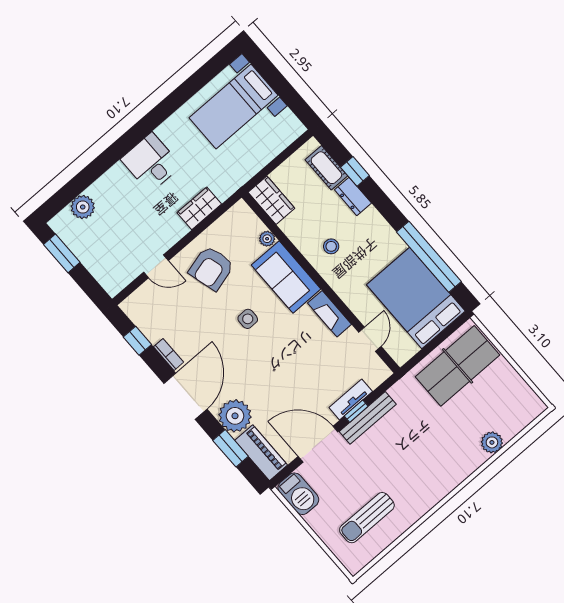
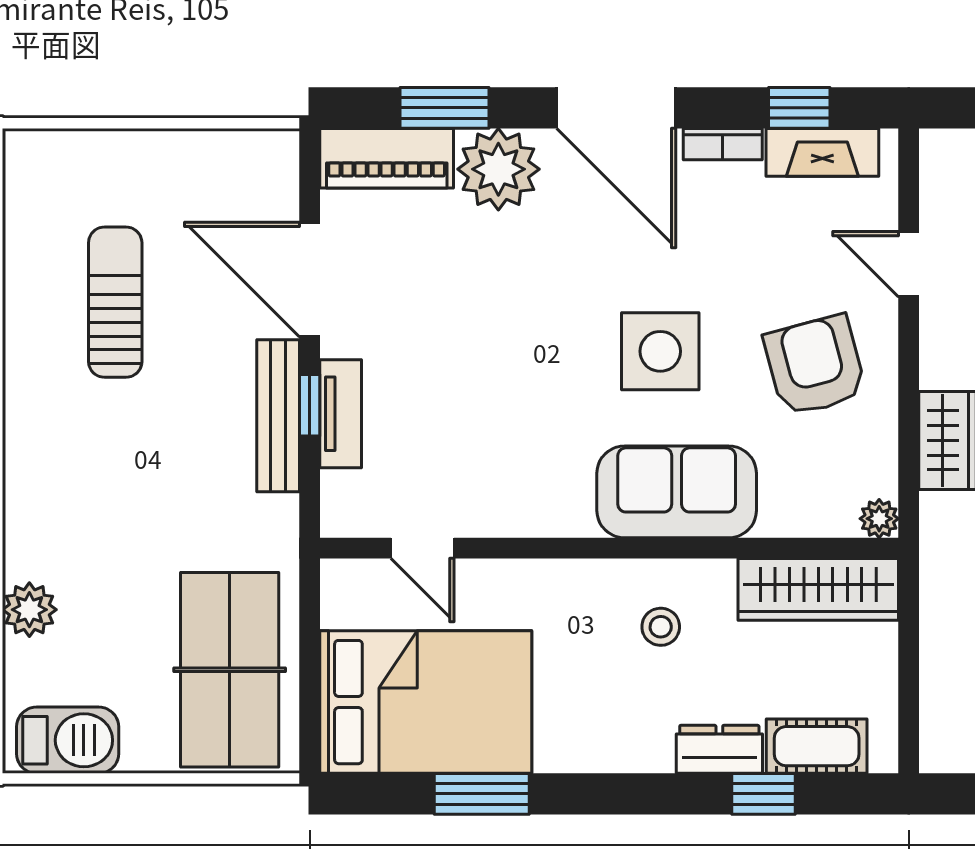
wardrobe: (271, 200) -> (818, 589), width x1.50
plant: (267, 239) -> (879, 519), moved
window: (429, 257) -> (482, 794), width x0.47
door: (156, 266) -> (909, 264), hinge flipped
fireplace: (330, 314) -> (822, 152), moved, turned 180
side table: (248, 319) -> (660, 351), width x1.87, depth x1.87
door: (318, 444) -> (310, 280), swing flipped
barbecue: (298, 494) -> (68, 740), moved, turned 180
sun lounger: (367, 518) -> (115, 302), moved

